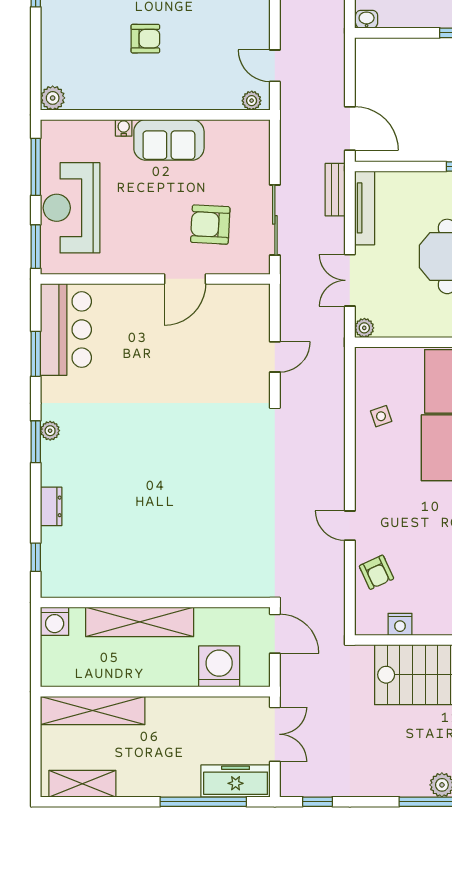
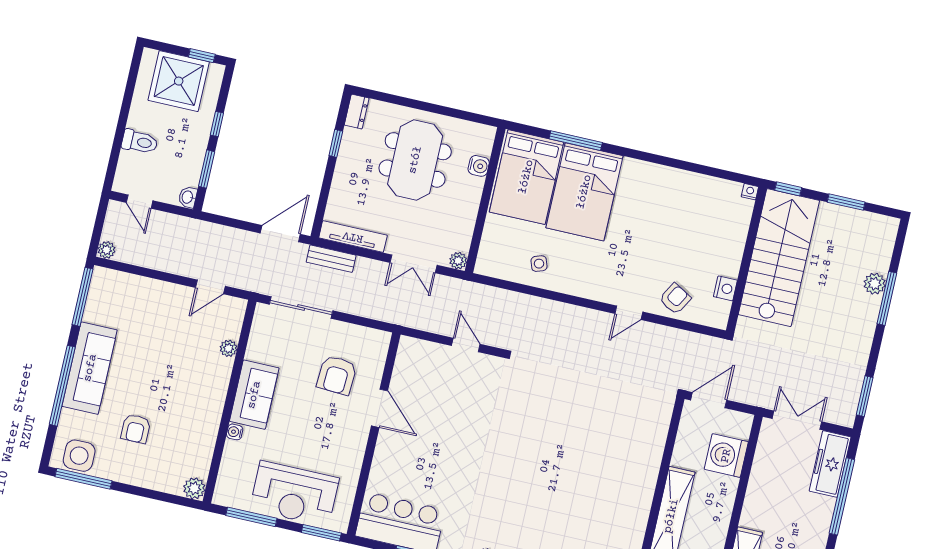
window: (402, 33) -> (207, 169), added
armchair: (145, 39) -> (136, 429), moved, turned 180
plant: (252, 101) -> (229, 348), moved
sliding door: (275, 220) -> (301, 307), moved
armchair: (376, 572) -> (675, 299), turned -35
window: (317, 802) -> (865, 396), width x1.50

